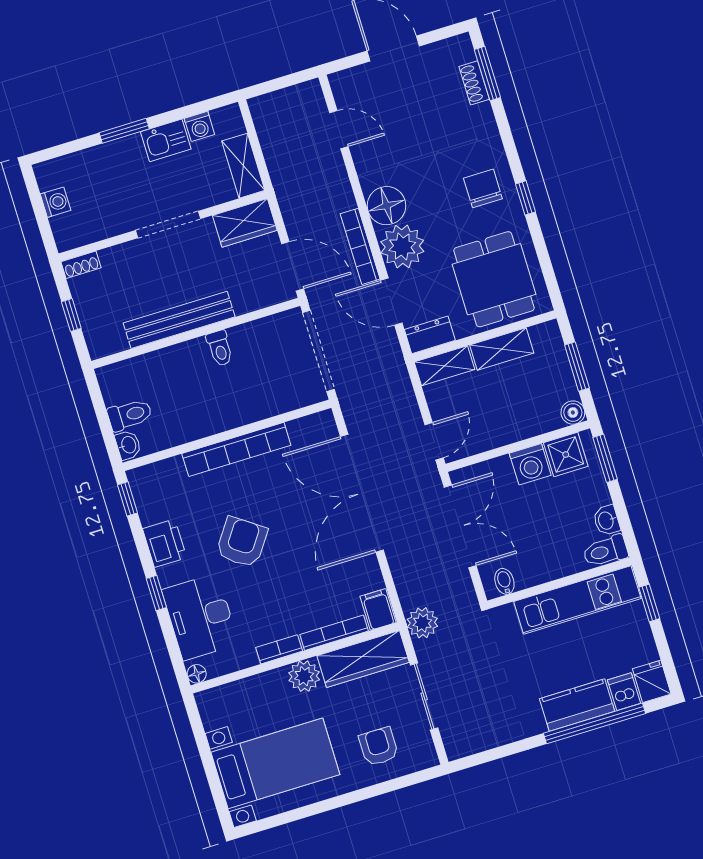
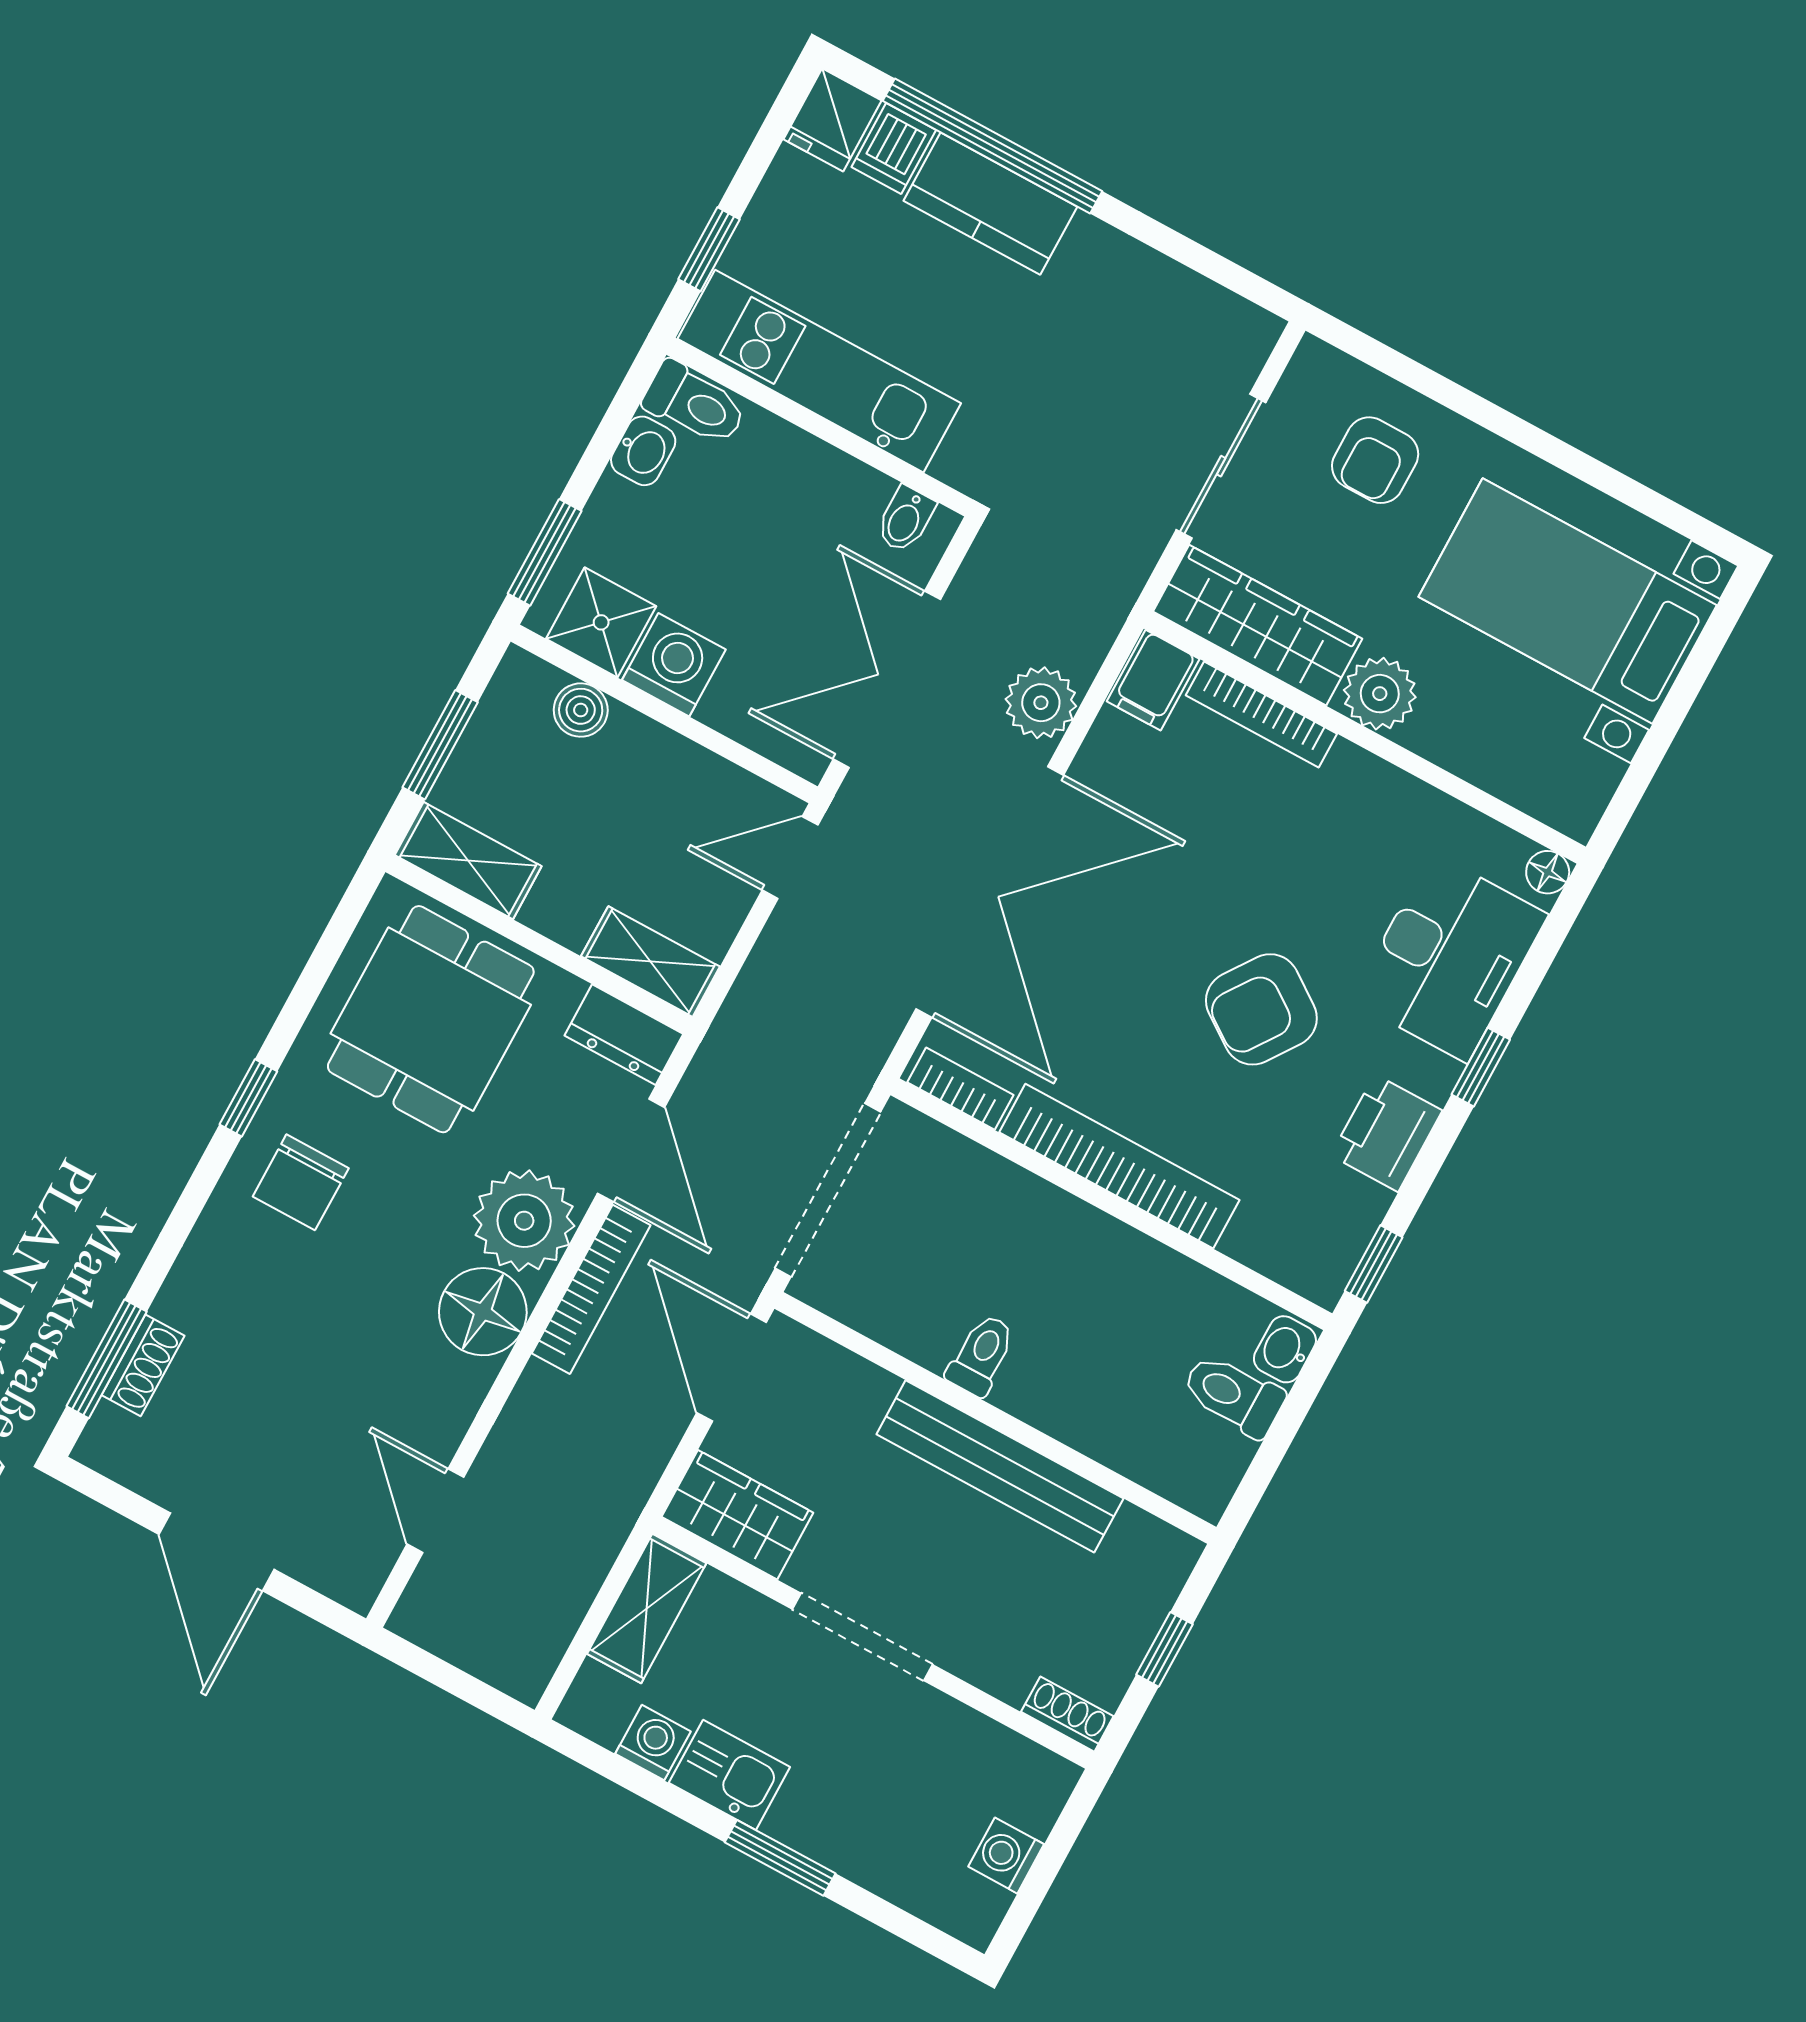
shelving: (502, 349) -> (468, 861), moved
boiler: (573, 413) -> (581, 710), moved
plant: (422, 623) -> (1041, 703), moved
bookcase: (279, 649) -> (960, 1089), moved, turned 180

